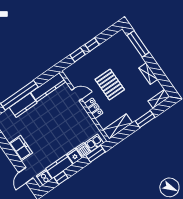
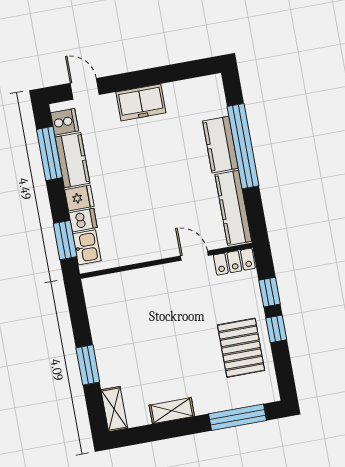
pallet: (110, 85) -> (241, 348), moved, turned 90
door: (77, 95) -> (194, 256), swing flipped
locker: (94, 108) -> (234, 262), moved
shelving: (118, 126) -> (98, 306), removed
window: (61, 178) -> (49, 153), width x2.17

